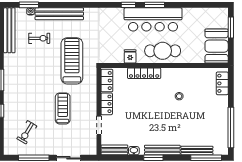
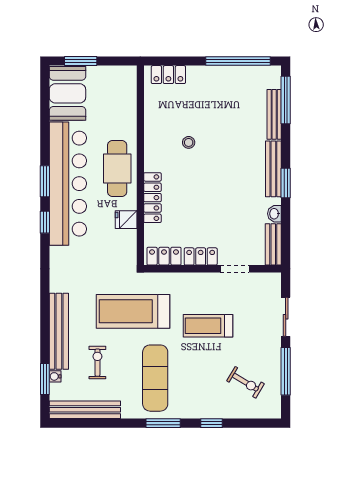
bar counter: (153, 19) -> (68, 184), width x1.36
booth: (217, 46) -> (67, 93), moved, turned 90
exercise mat: (29, 75) -> (155, 378), added

